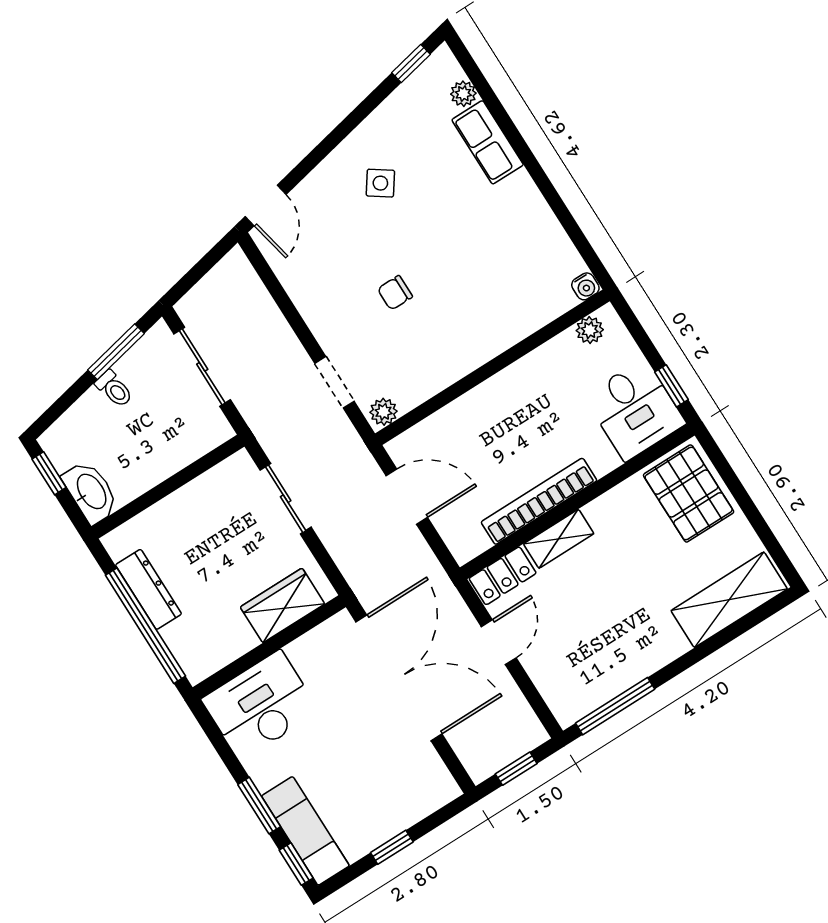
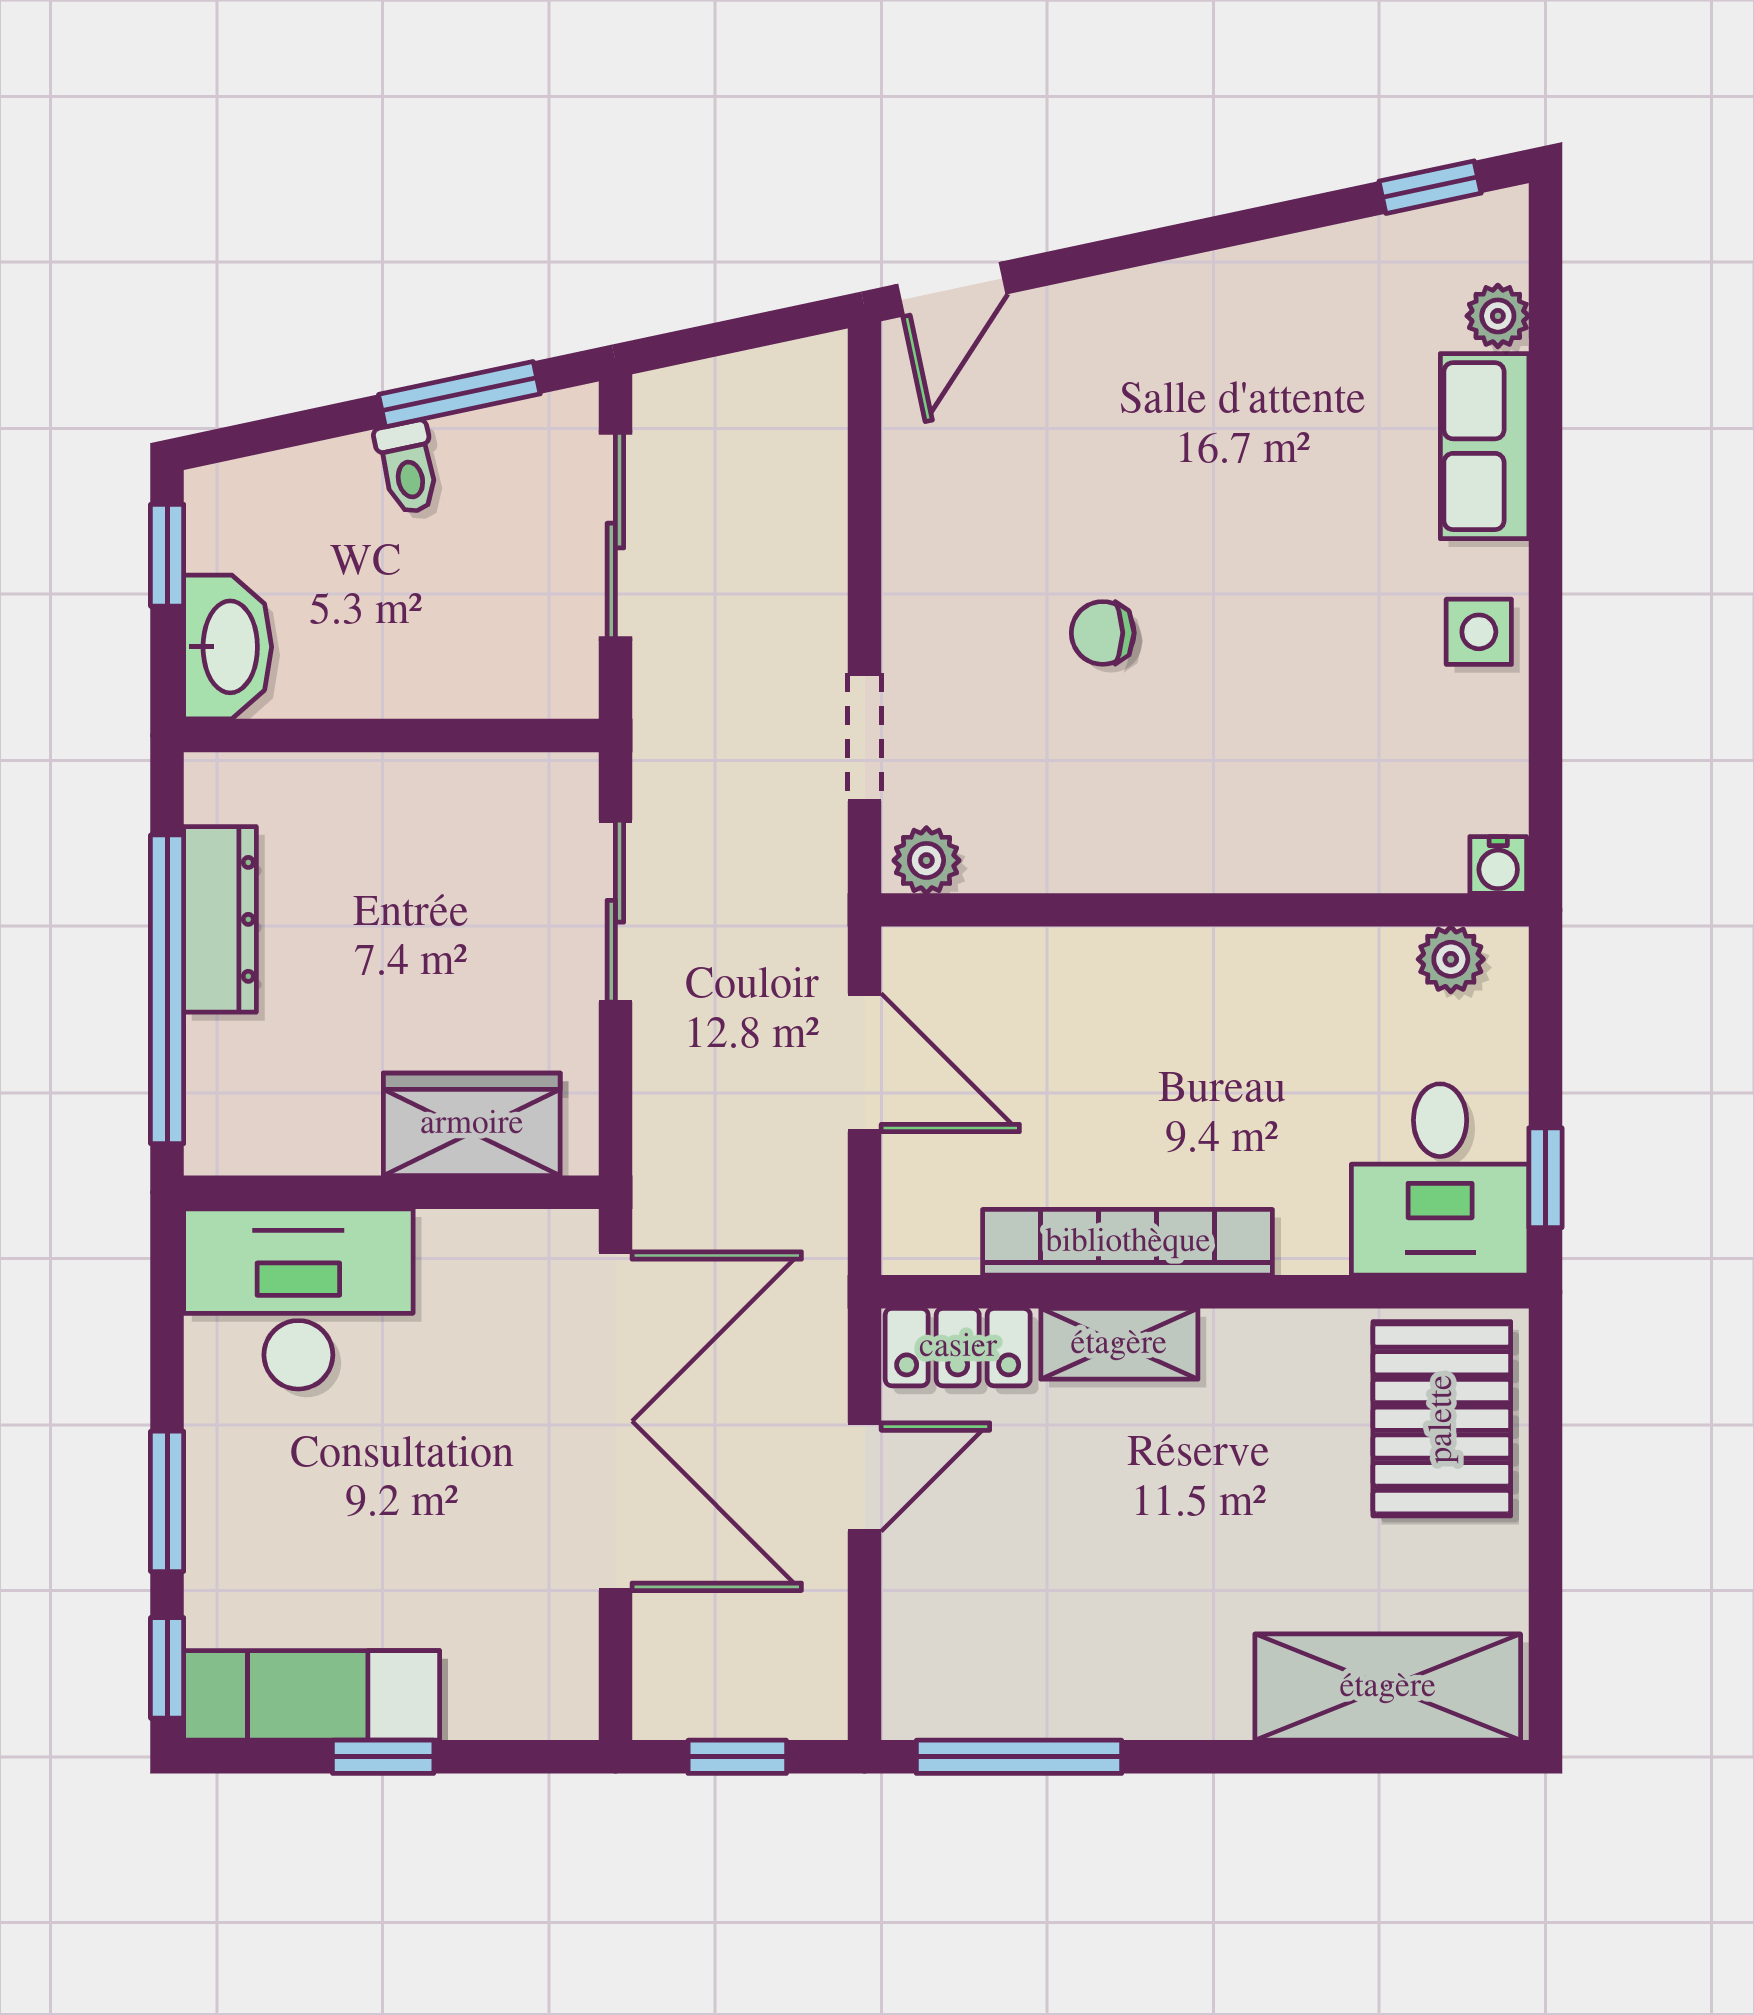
side table: (380, 183) -> (1479, 632), moved, turned -35
exam couch: (305, 831) -> (312, 1695), moved, turned -90

